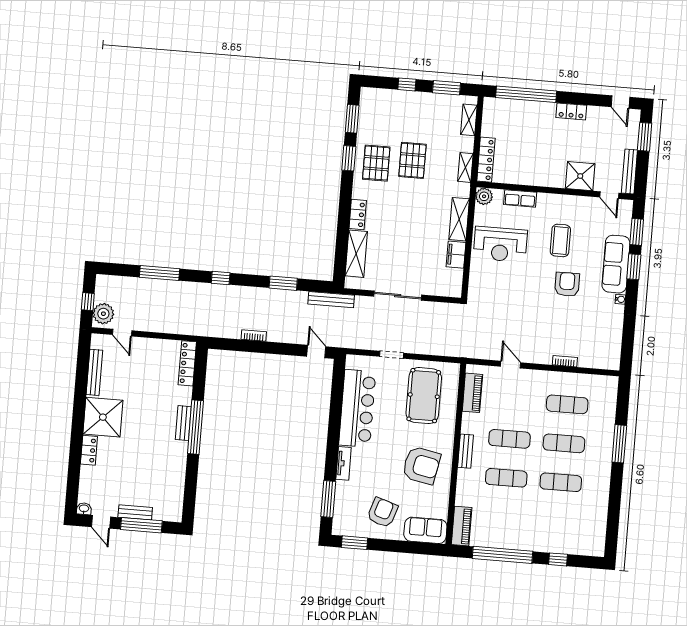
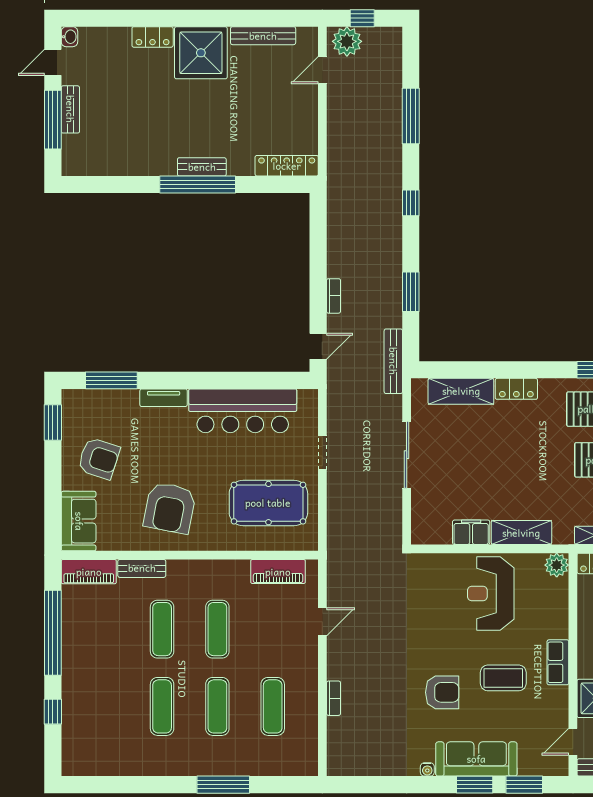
row of seats: (520, 198) -> (558, 662), moved
bookcase: (254, 336) -> (334, 296), moved
bench: (465, 451) -> (142, 568), moved

